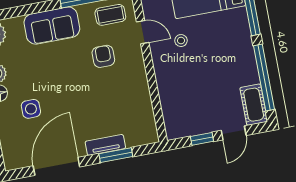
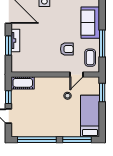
cot: (254, 105) -> (23, 83), moved

